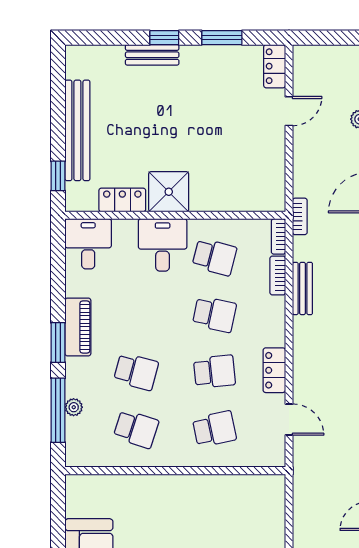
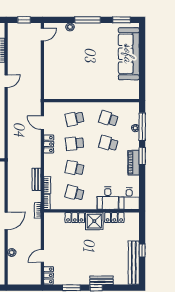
bench: (77, 130) -> (134, 263), moved
window: (58, 176) -> (142, 250), moved
locker: (214, 200) -> (75, 218), added
desk: (163, 245) -> (108, 198), moved

